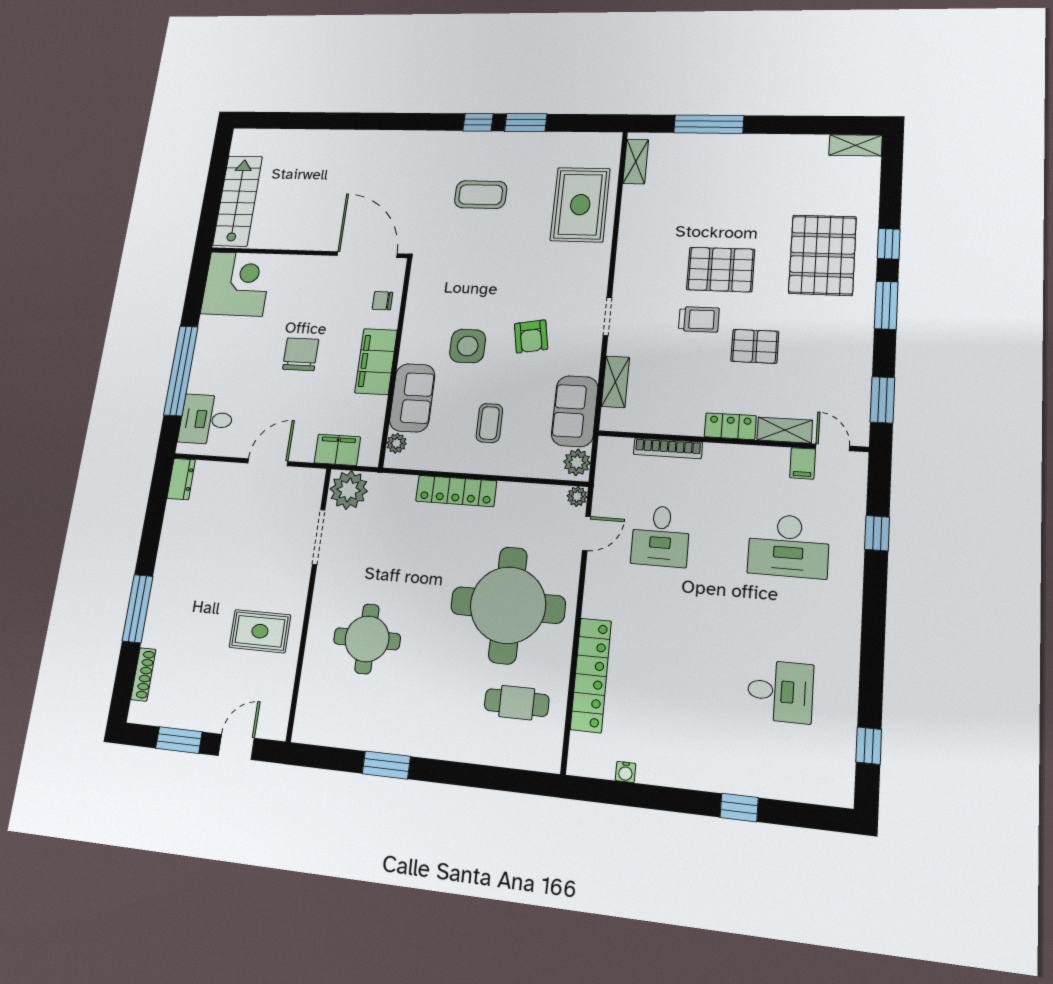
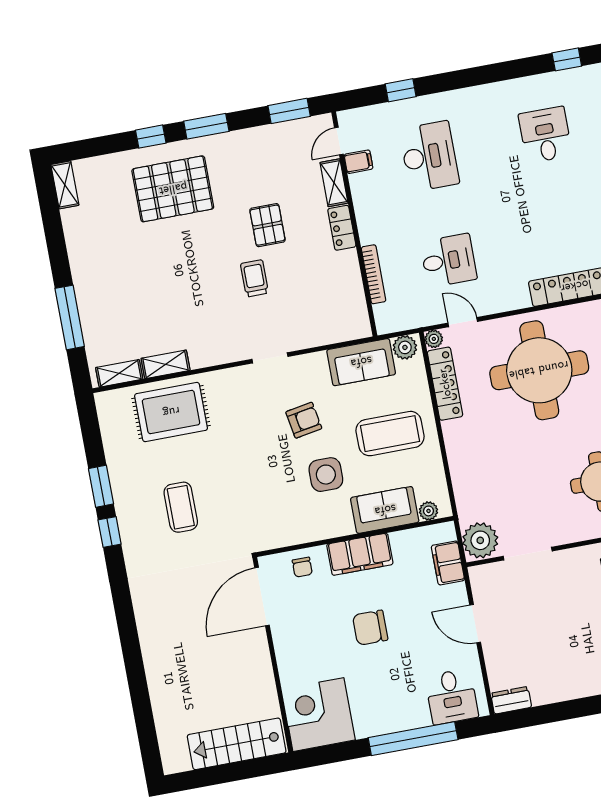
pallet: (721, 269) -> (205, 271), removed
shelving: (615, 382) -> (166, 364), moved
coffee table: (489, 423) -> (390, 434), width x1.86, depth x1.72
locker: (456, 491) -> (445, 384), moved

